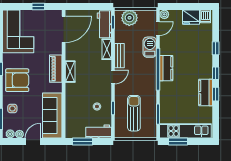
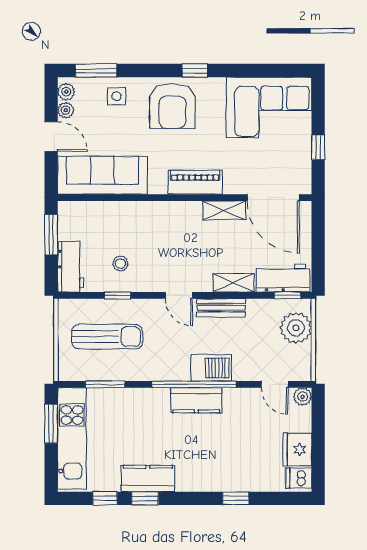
barbecue: (150, 47) -> (211, 368), moved
shelving: (70, 72) -> (224, 210), moved
window: (216, 73) -> (105, 498), moved

